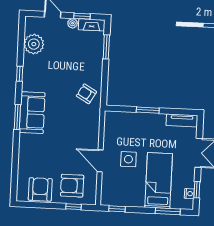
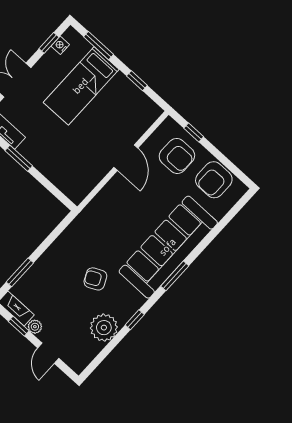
plant: (34, 44) -> (104, 328), moved
armchair: (86, 94) -> (95, 279), moved, turned 124
window: (148, 110) -> (19, 158), moved
sofa: (32, 113) -> (168, 247), width x1.85, depth x1.27
side table: (128, 159) -> (94, 135), removed
window: (117, 209) -> (137, 81), moved

